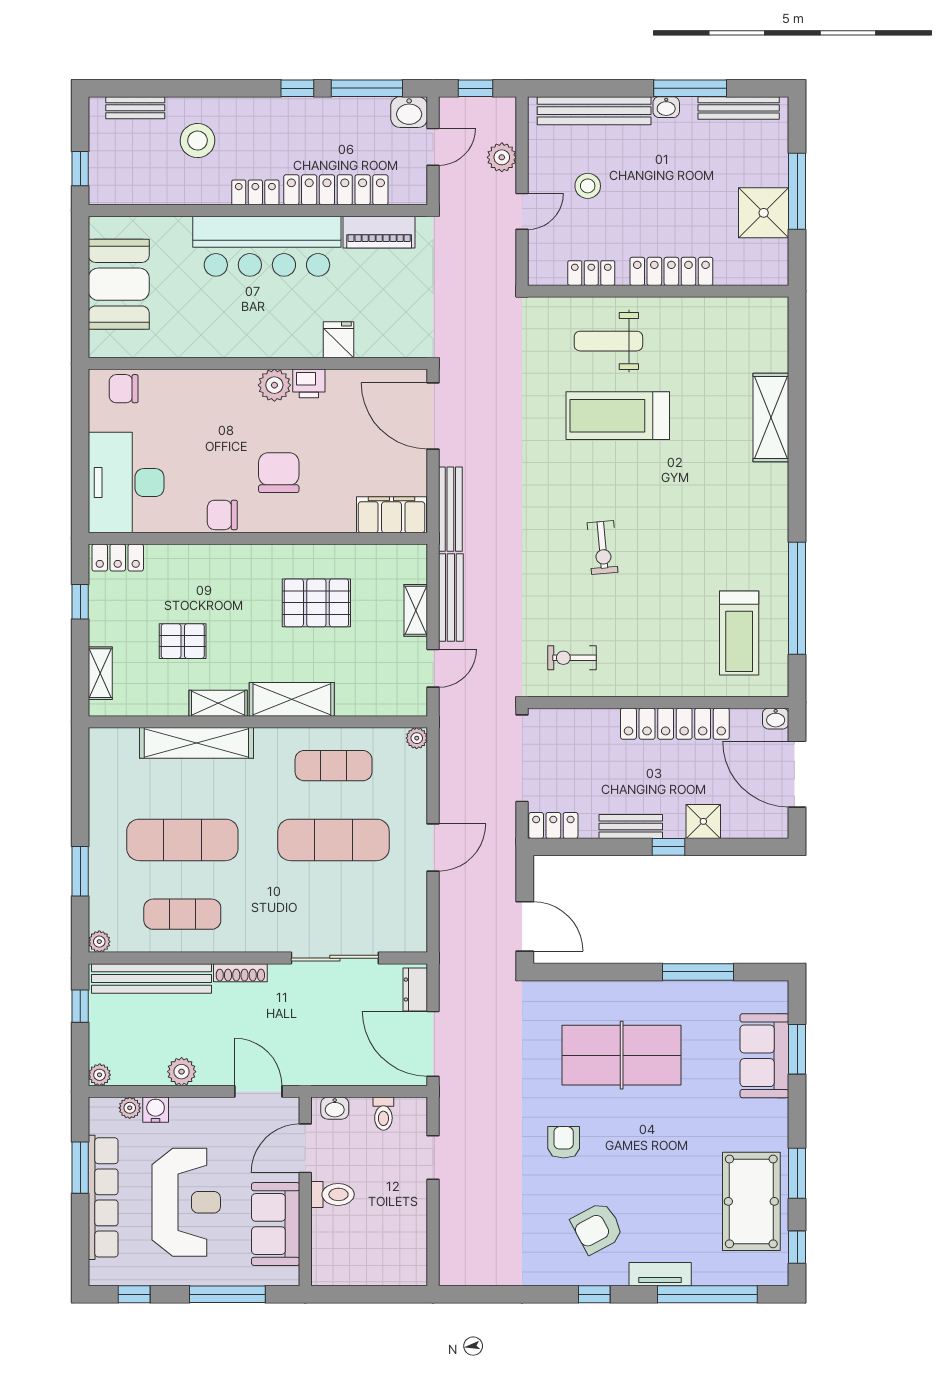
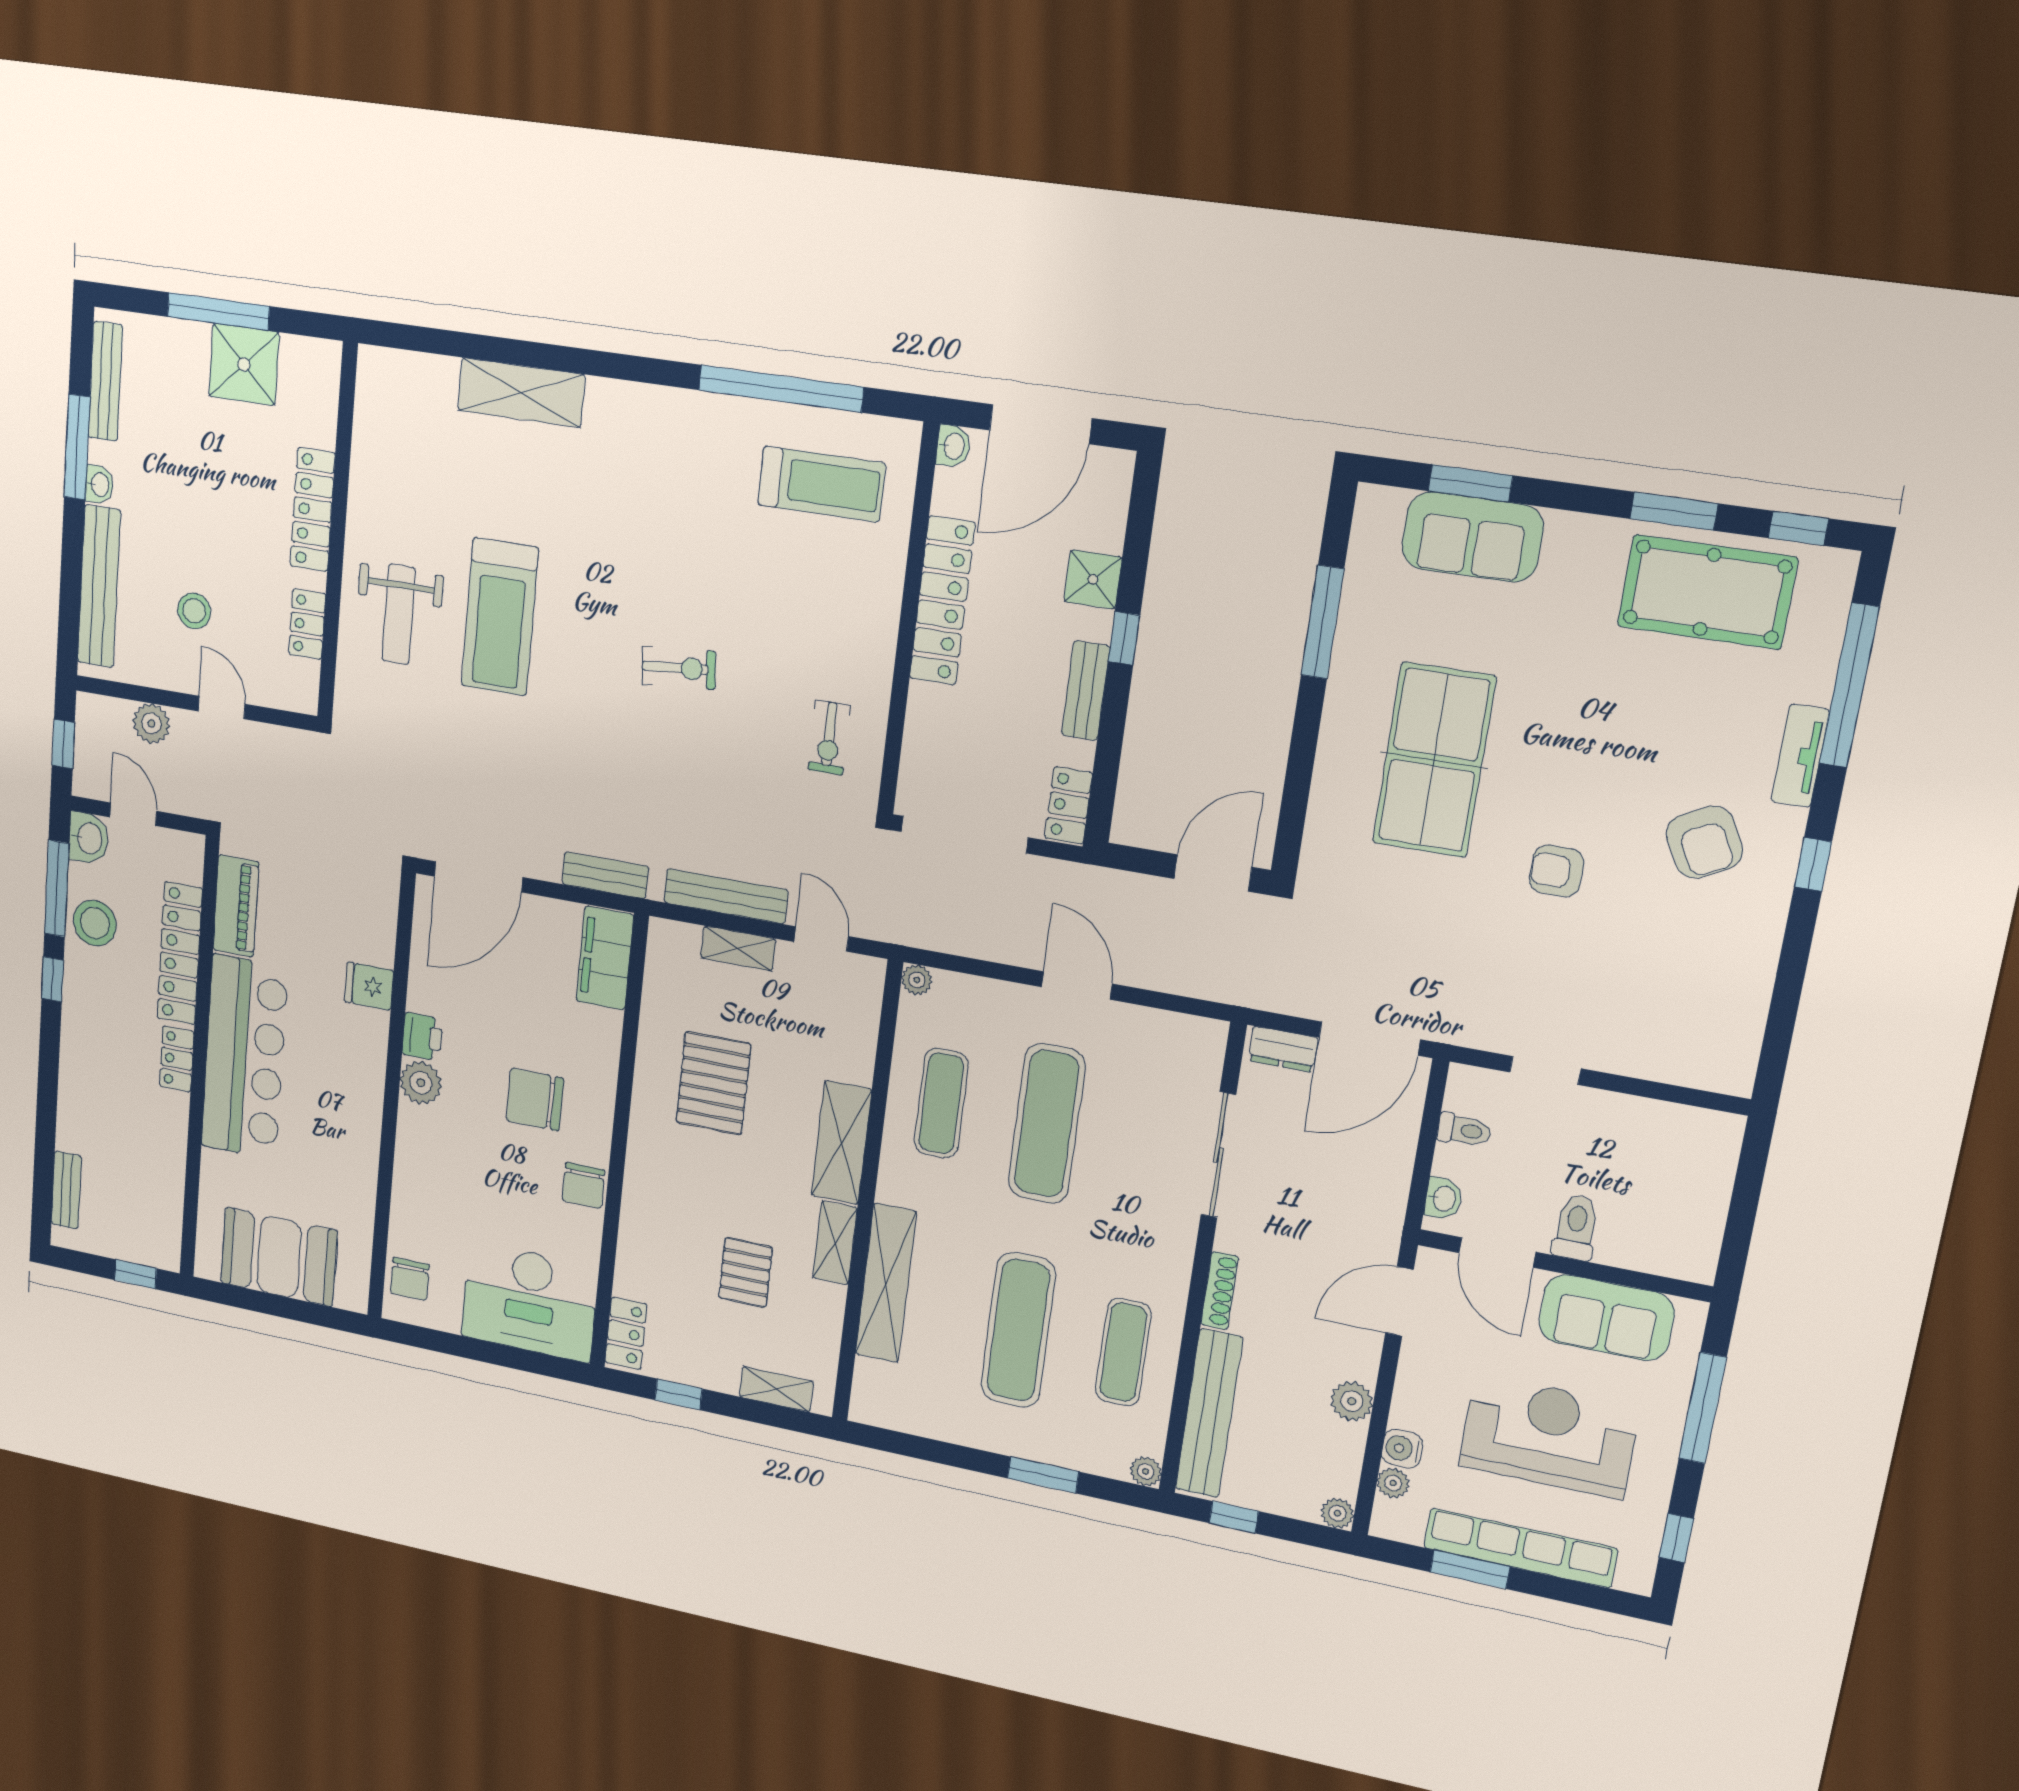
stool: (197, 141) -> (95, 923), moved
bench: (450, 509) -> (605, 875), width x0.73

